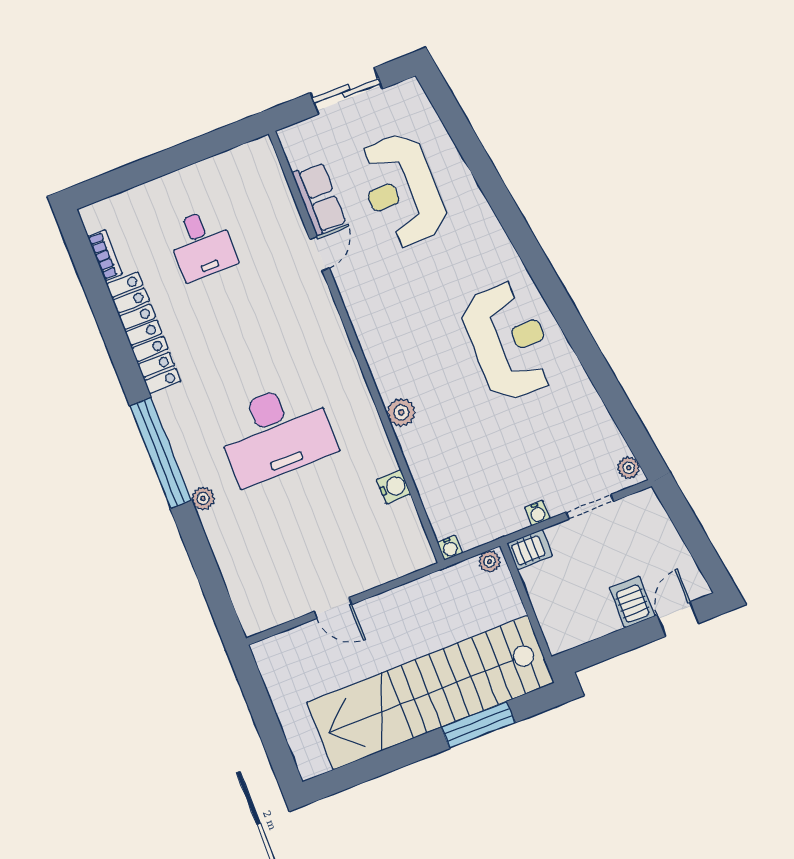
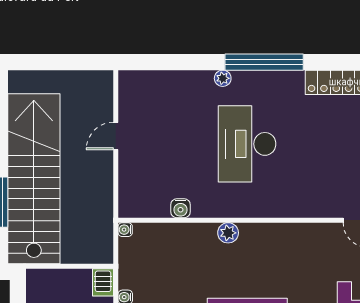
plant: (490, 562) -> (106, 252), removed

